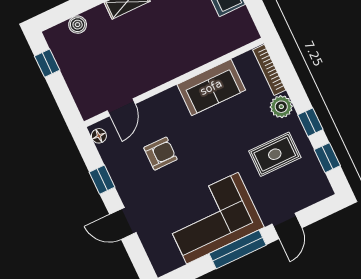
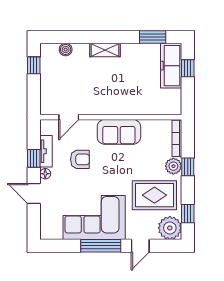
sofa: (211, 87) -> (119, 132), moved
window: (310, 122) -> (188, 167), moved
floor lamp: (99, 136) -> (45, 174), moved
rug: (275, 154) -> (154, 195), width x1.36, depth x1.43
tv unit: (113, 163) -> (46, 151), added
plant: (313, 186) -> (170, 228), added

